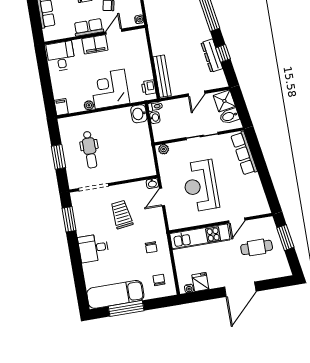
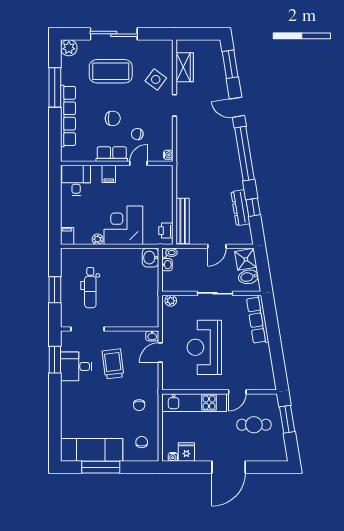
filing cabinet: (95, 44) -> (109, 174), width x0.50
desk: (93, 248) -> (76, 366), moved

